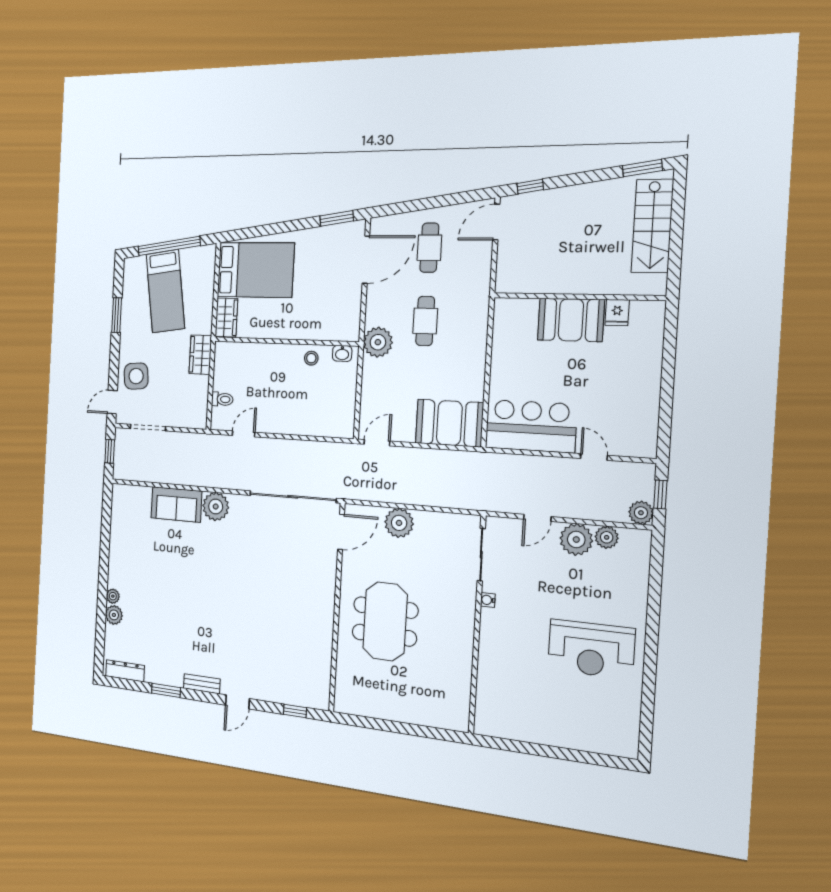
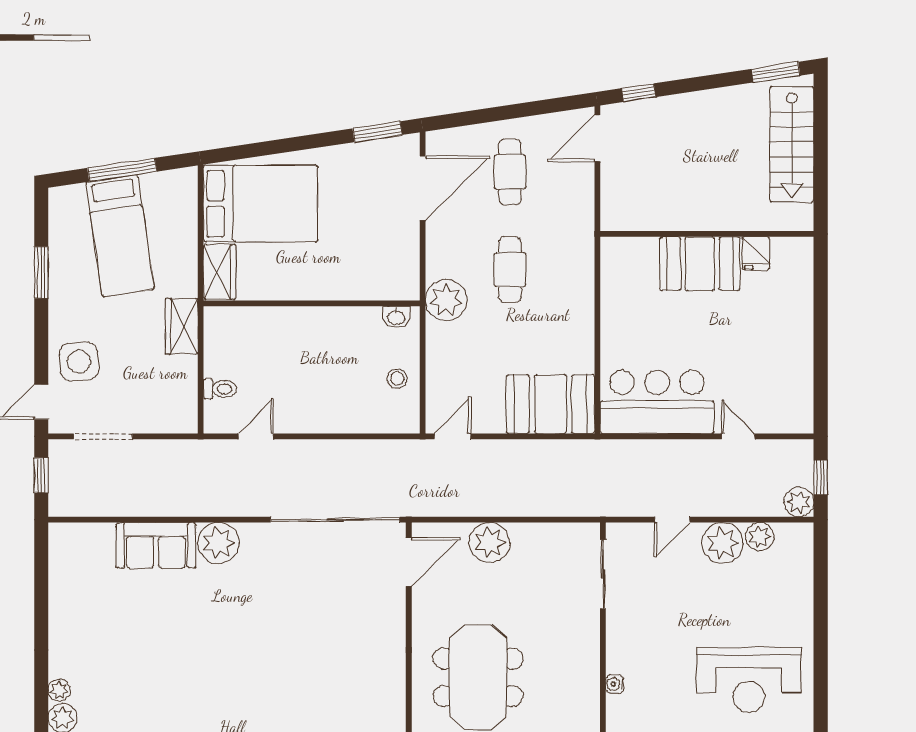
window: (169, 246) -> (122, 170), width x0.68
stool: (311, 358) -> (397, 378), moved
water cooler: (488, 600) -> (615, 684), moved

